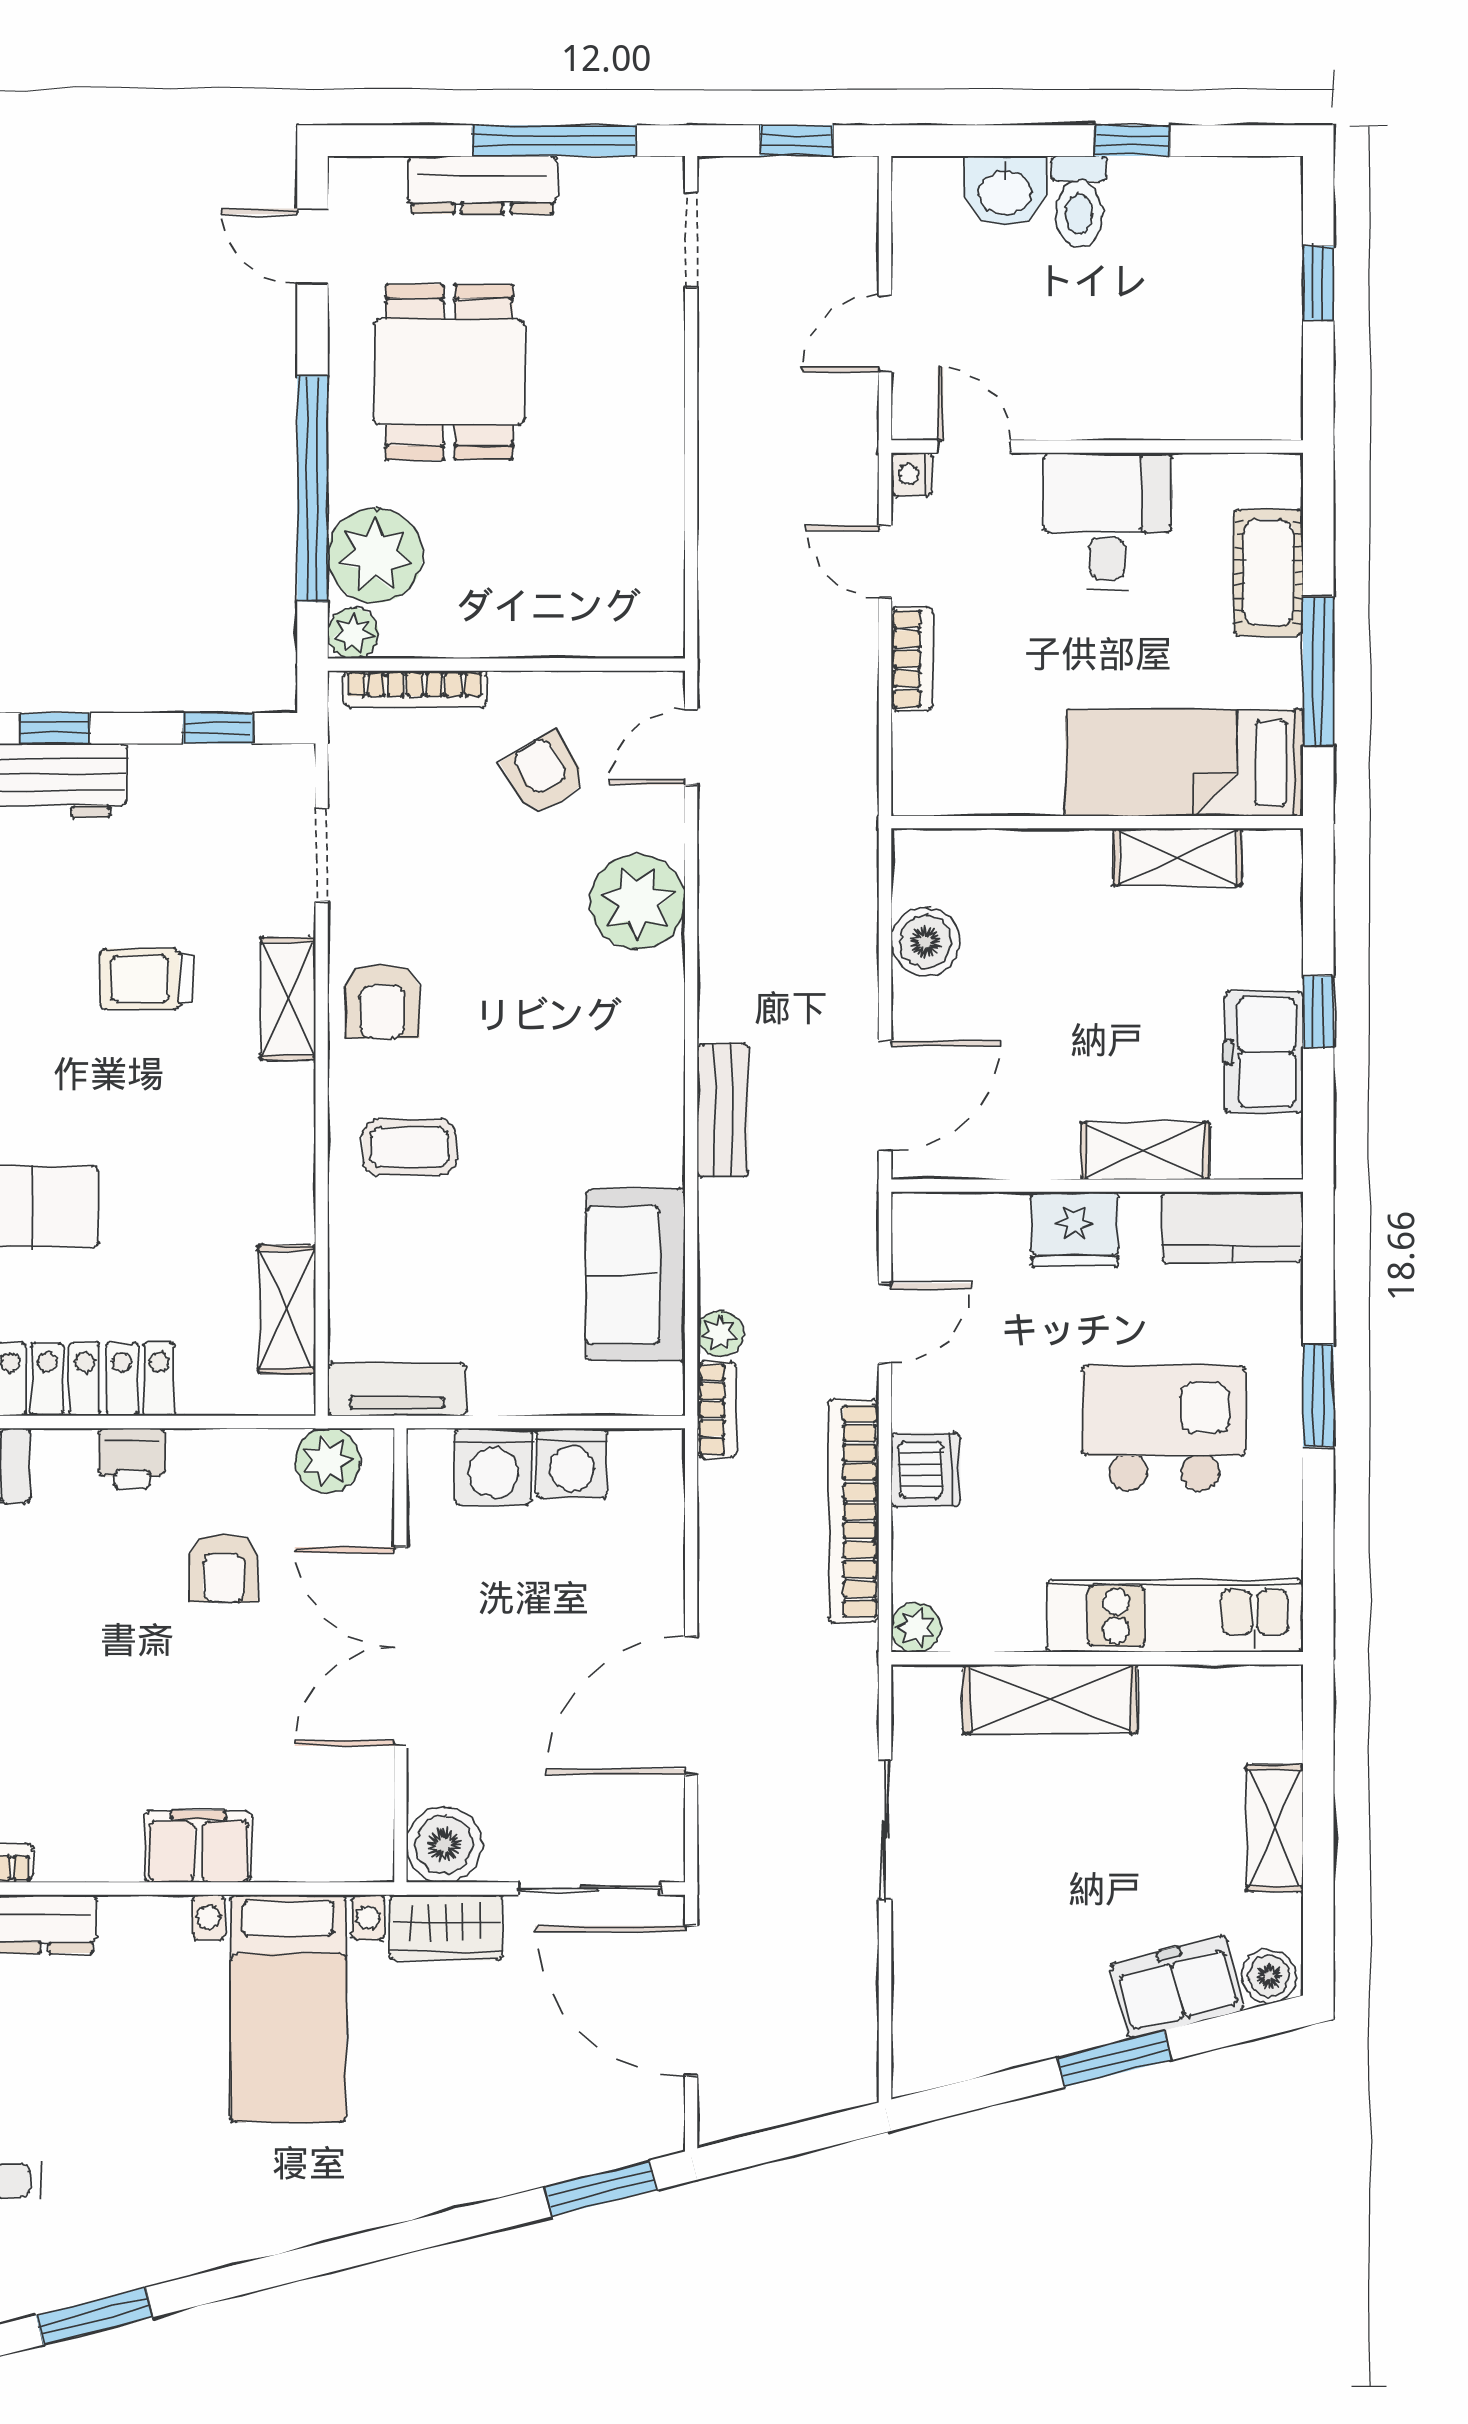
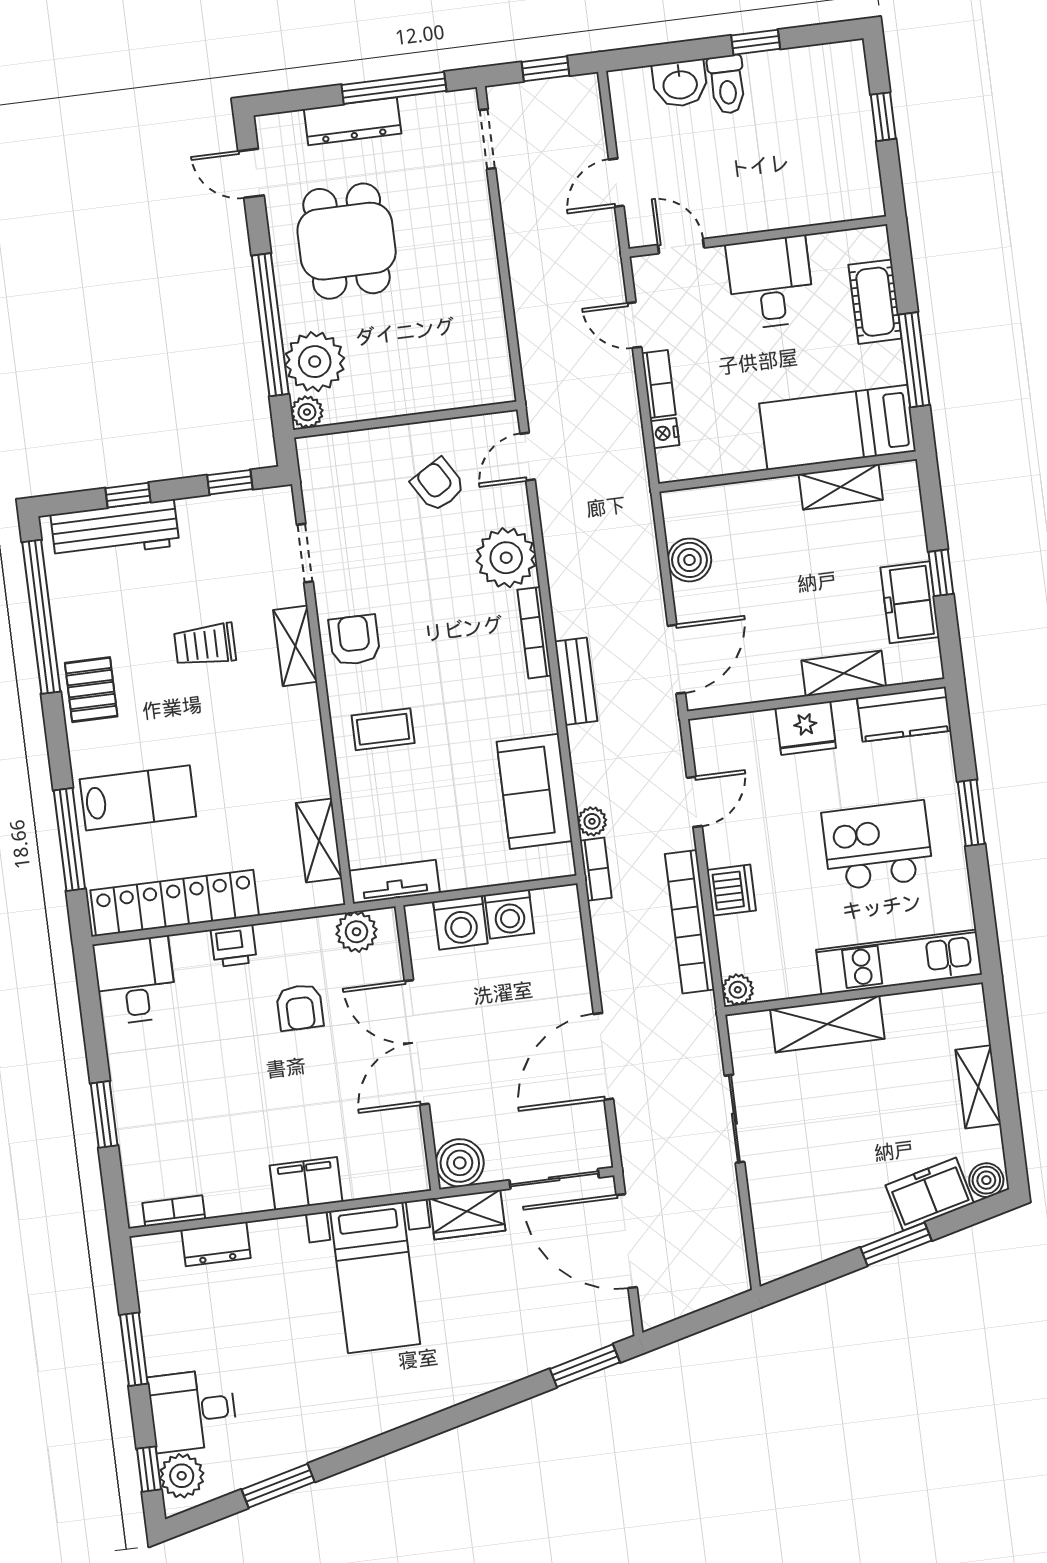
nightstand: (912, 474) -> (665, 433), moved
bookcase: (415, 689) -> (534, 633), moved, turned 90
armchair: (382, 1001) -> (354, 640), turned 180

